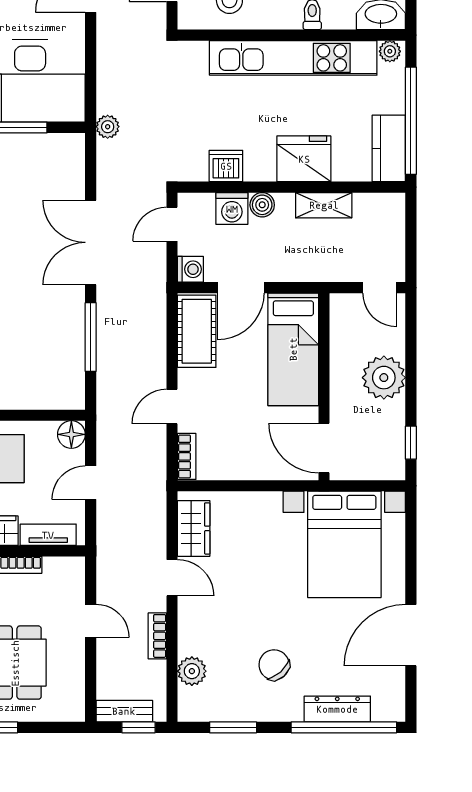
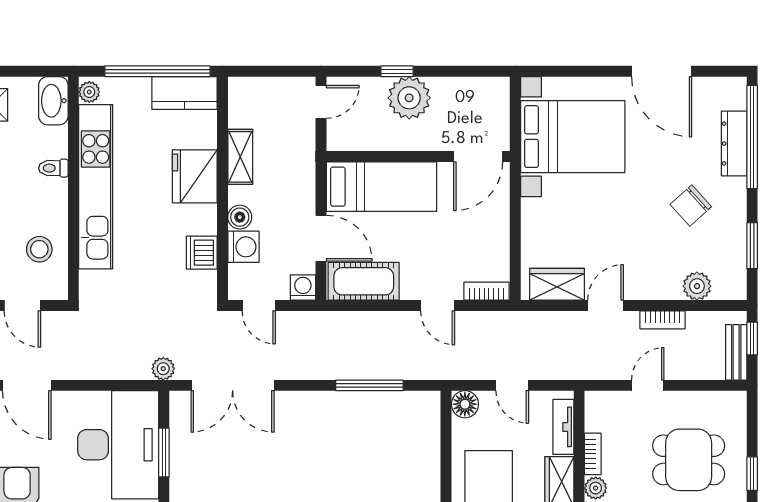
double door: (91, 242) -> (233, 385), moved
window: (411, 443) -> (397, 71), moved

